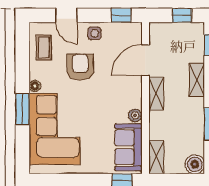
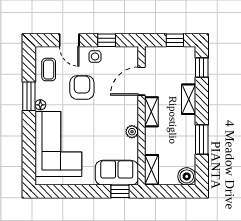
window: (121, 15) -> (107, 40), moved
window: (22, 109) -> (29, 96), moved
sofa: (128, 147) -> (117, 173), moved, turned 90

